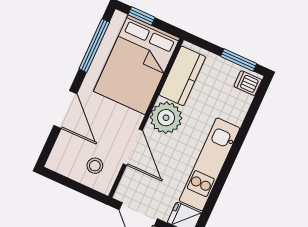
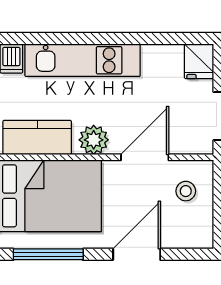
plant: (166, 118) -> (94, 140), width x0.73, depth x0.73
kitchen unit: (210, 164) -> (83, 60), moved

